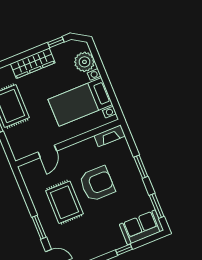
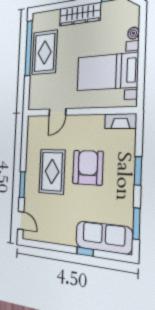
plant: (84, 62) -> (133, 33), width x0.53, depth x0.53
armchair: (97, 184) -> (88, 168), turned -90
sofa: (141, 227) -> (104, 237), width x1.36

